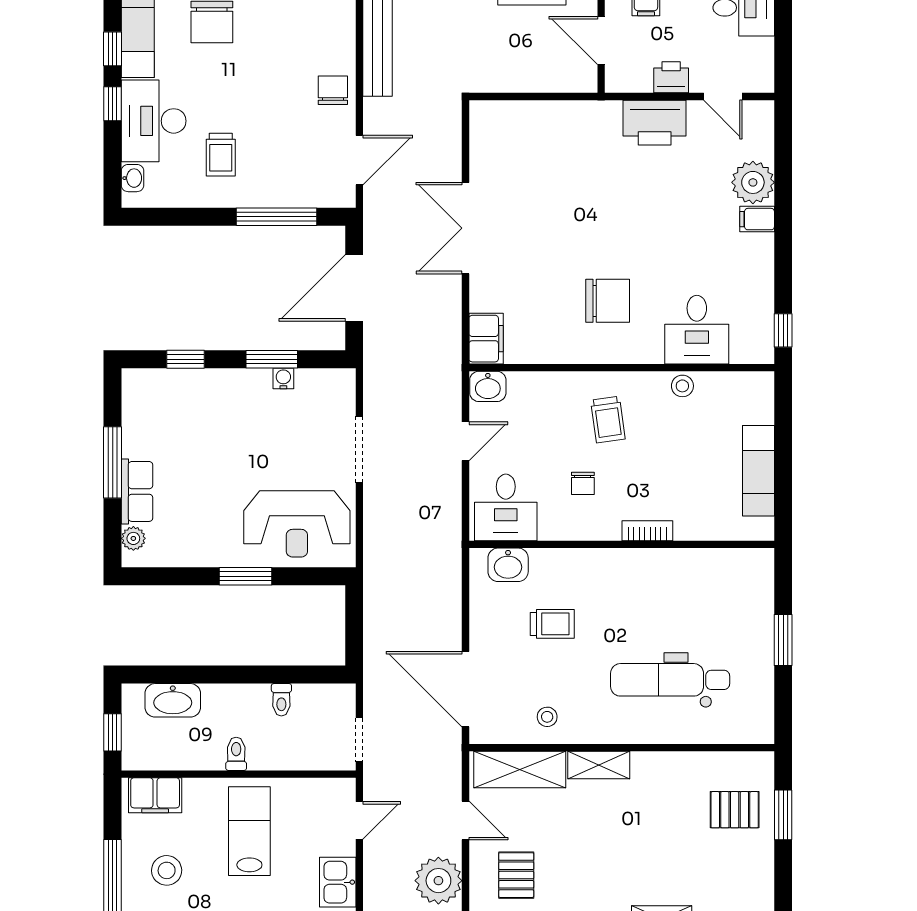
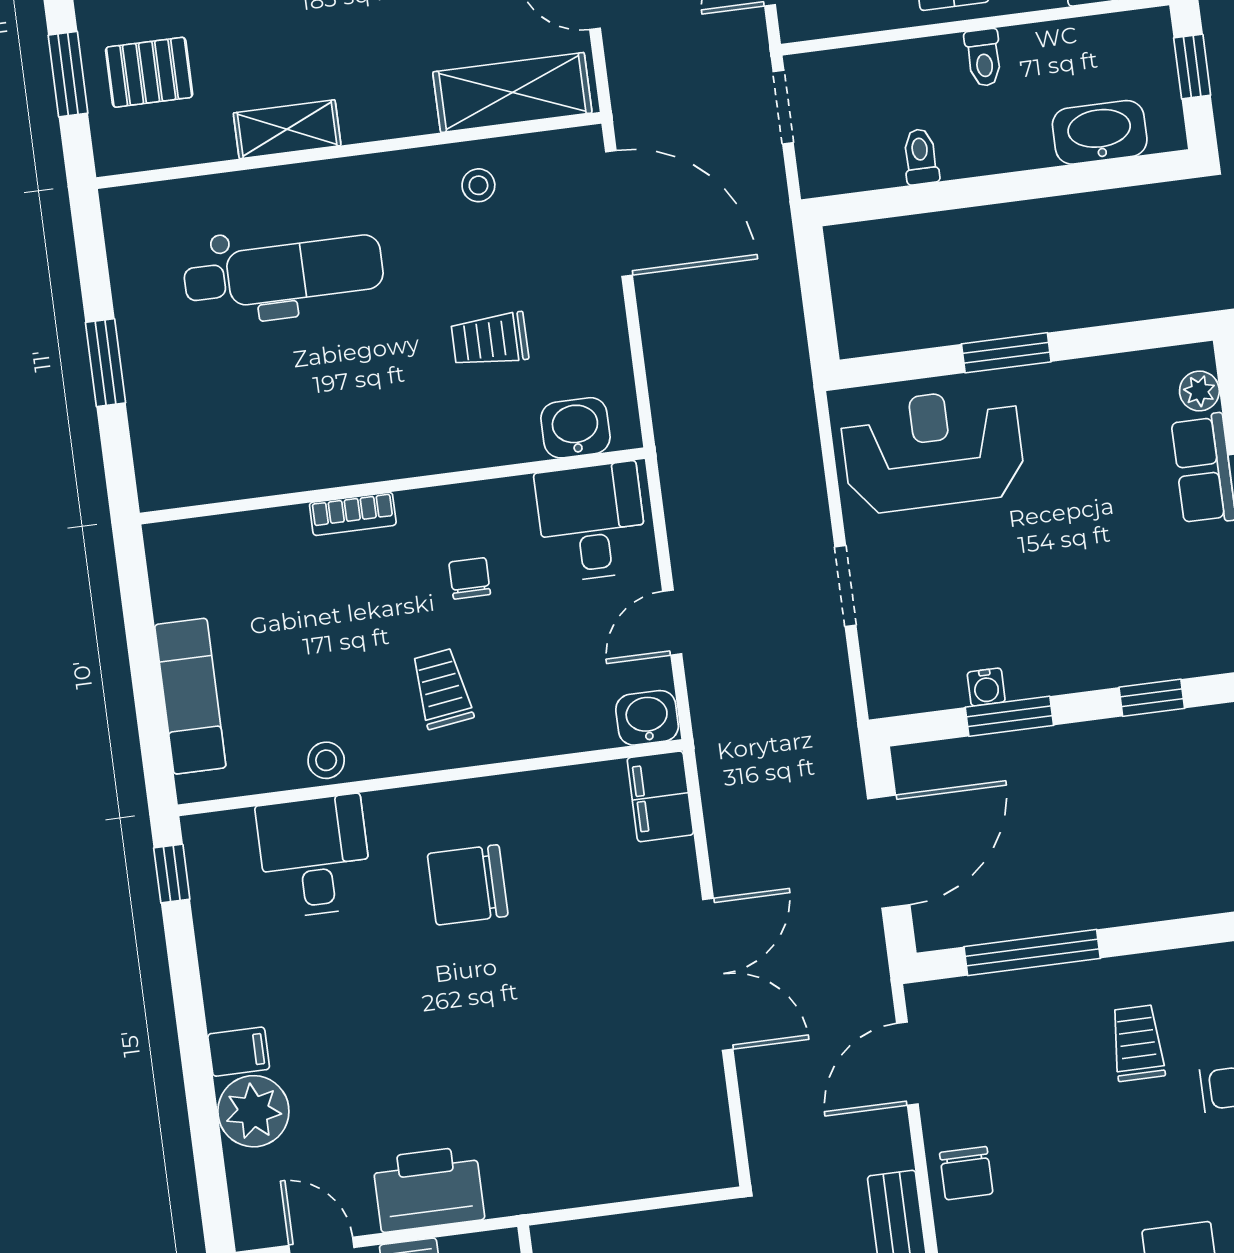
doorway: (359, 450) -> (845, 586), width x0.73
exam couch: (758, 471) -> (190, 696), moved
shelving: (599, 765) -> (287, 129), moved

